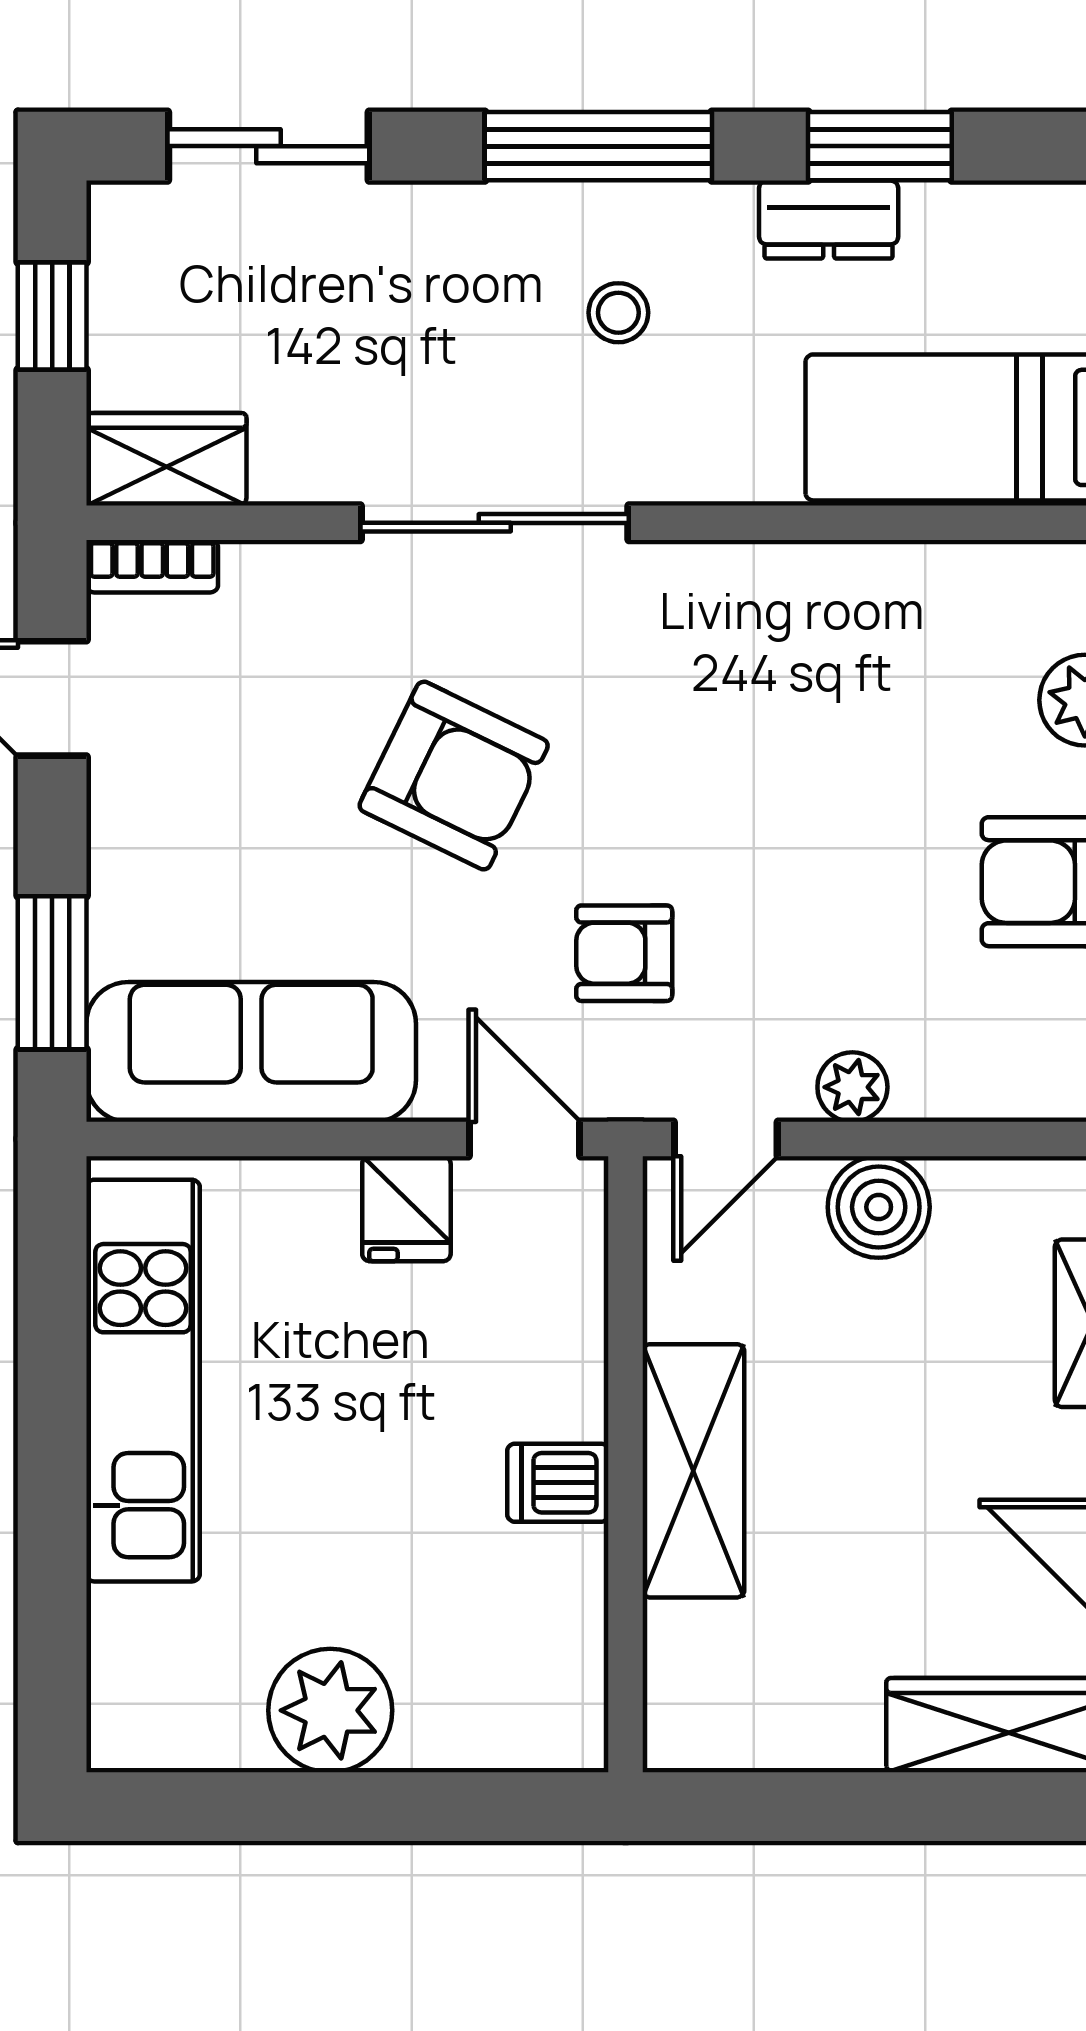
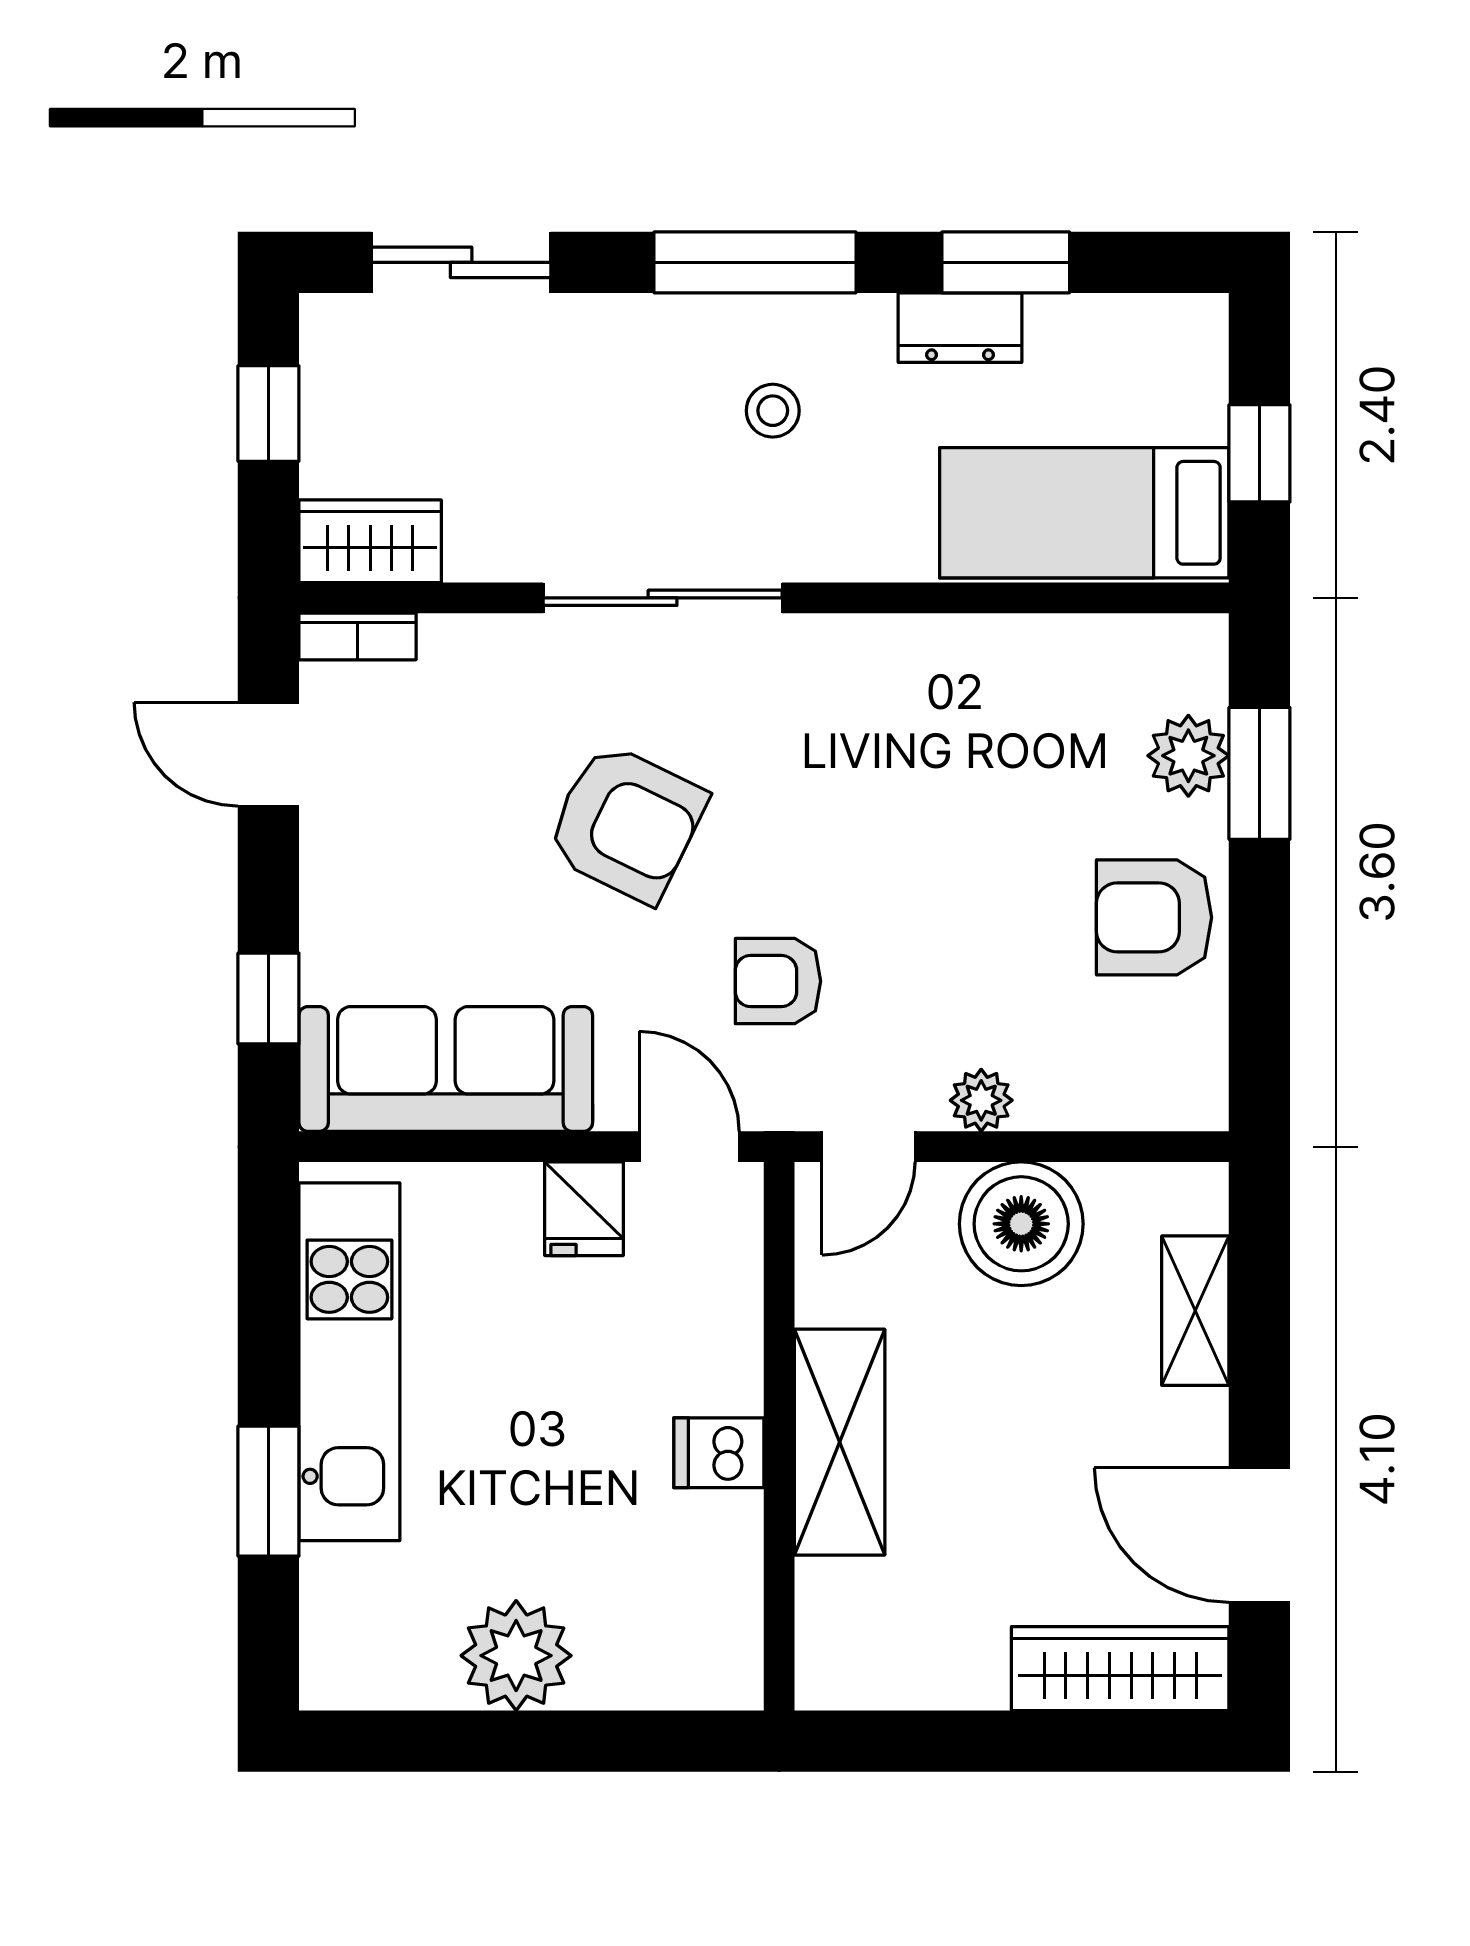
window: (52, 973) -> (268, 999), width x0.67
boiler: (879, 1207) -> (1021, 1224), width x1.37, depth x1.37
window: (52, 1526) -> (268, 1491), added

